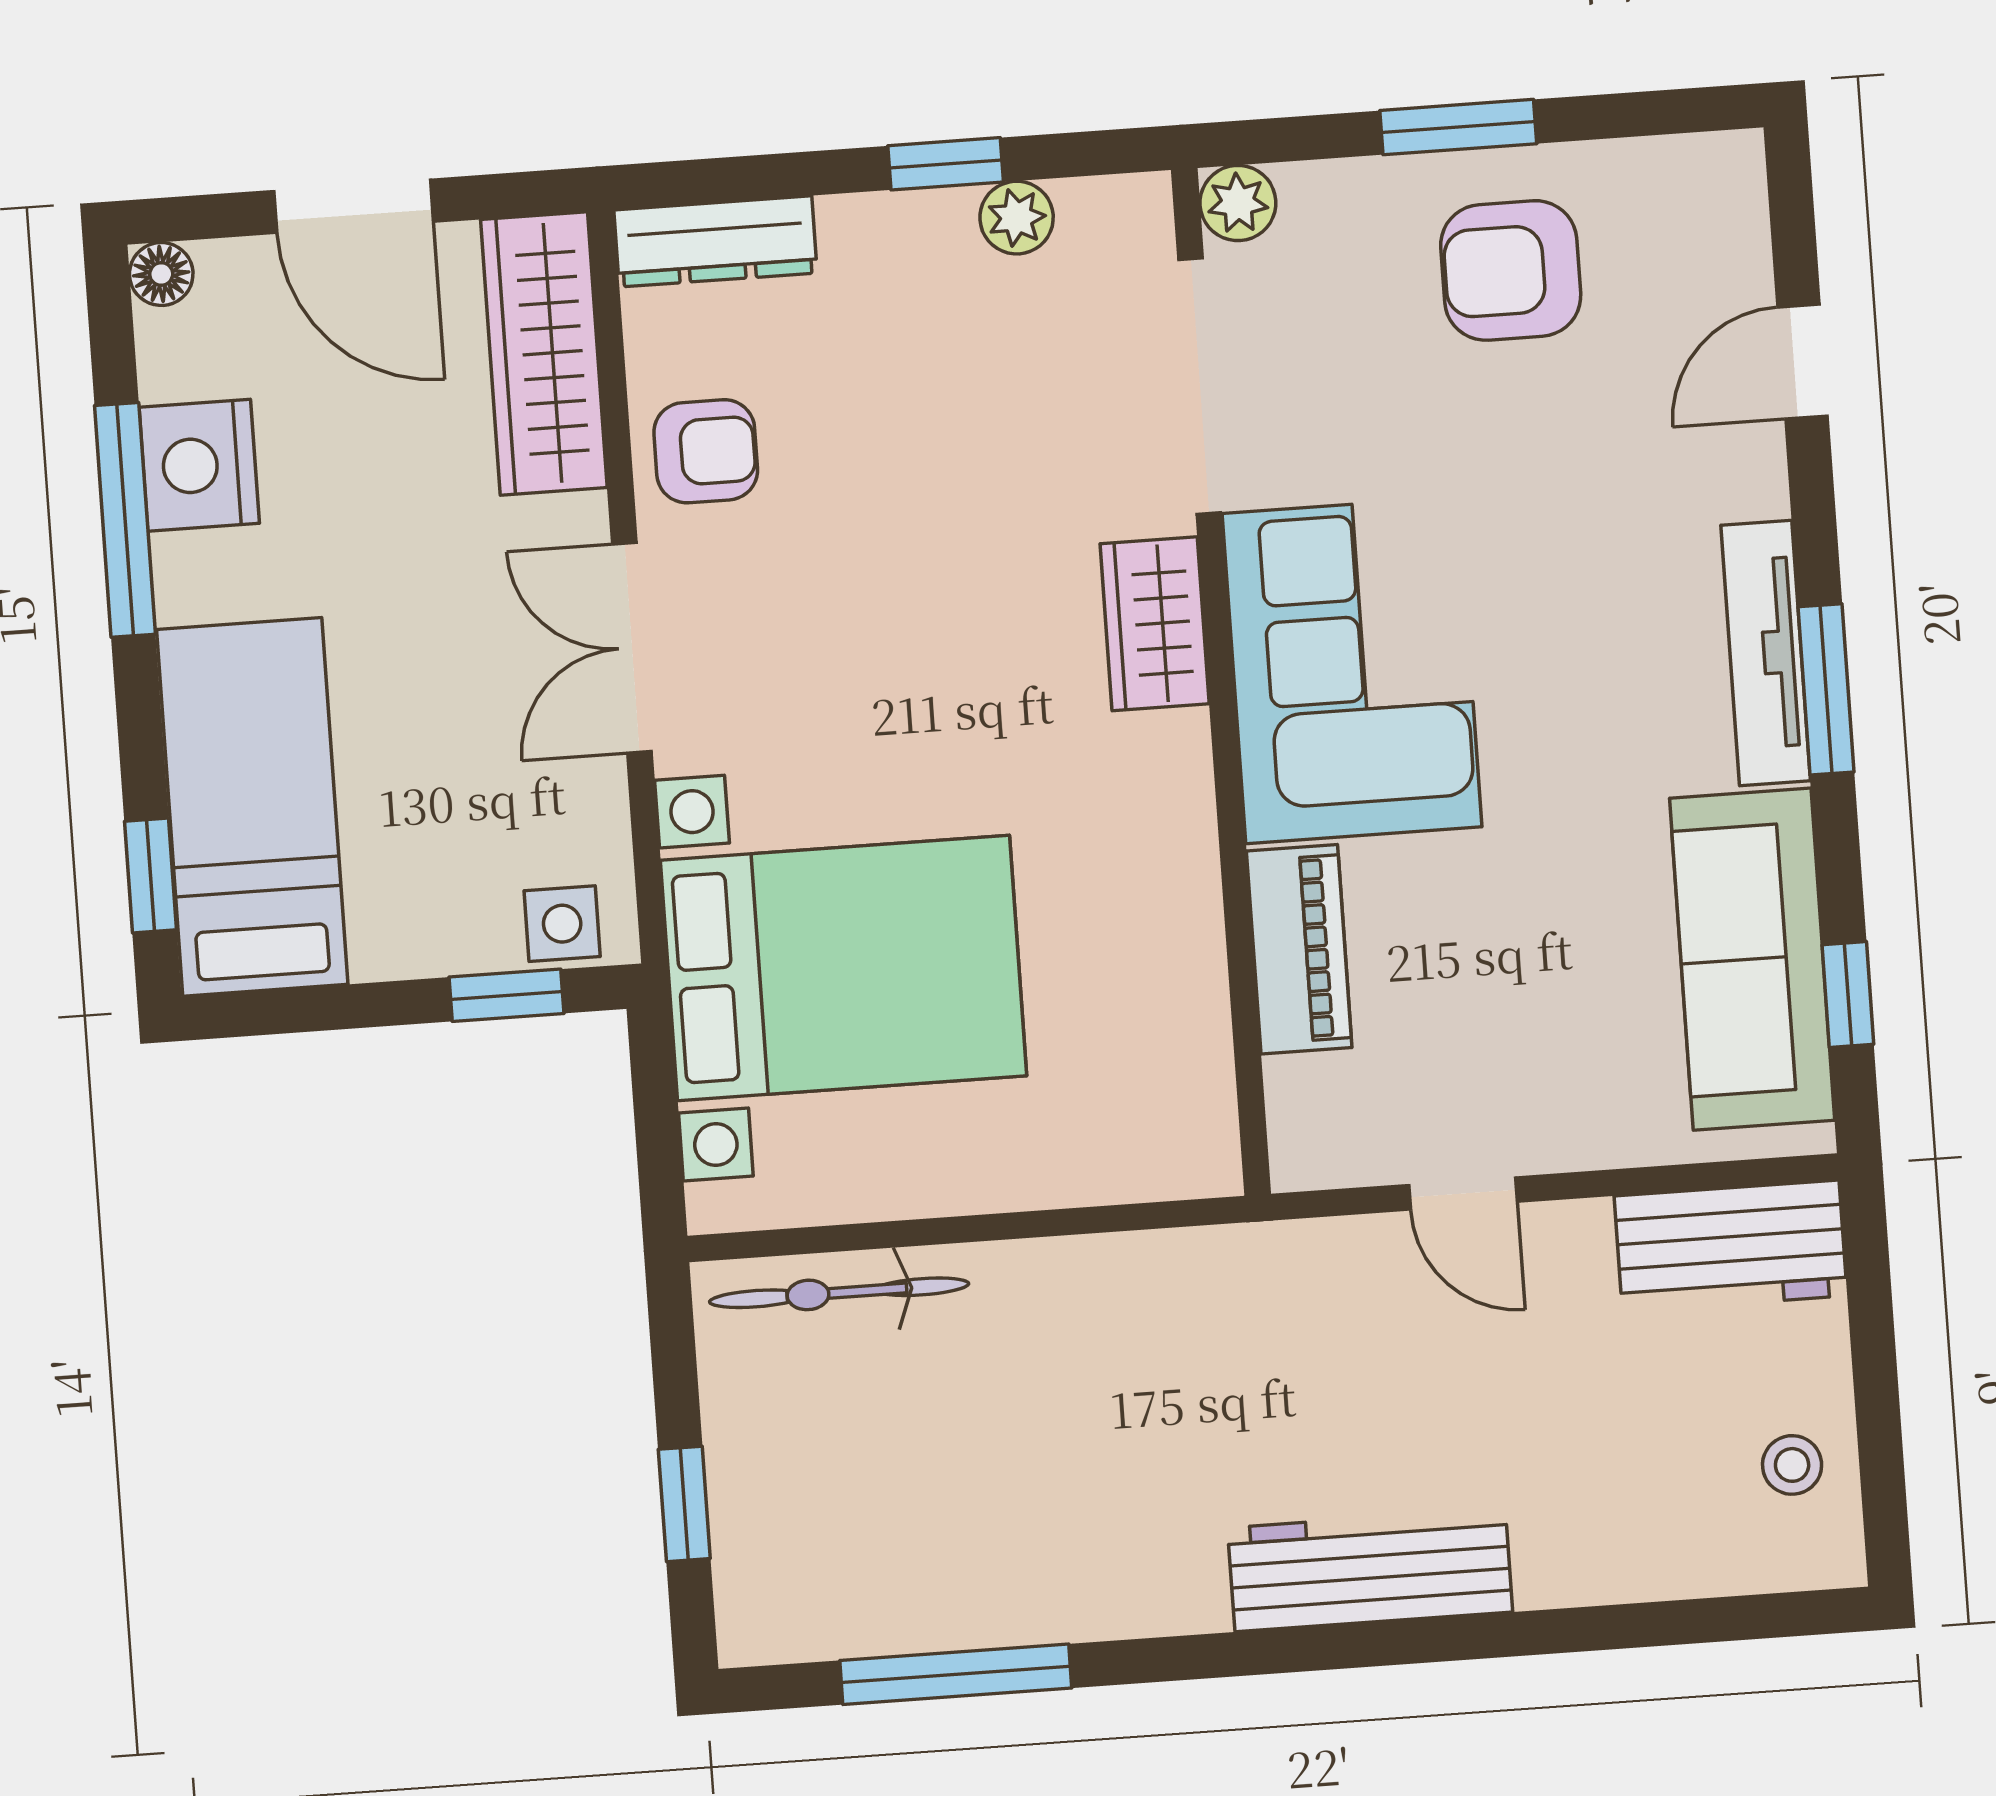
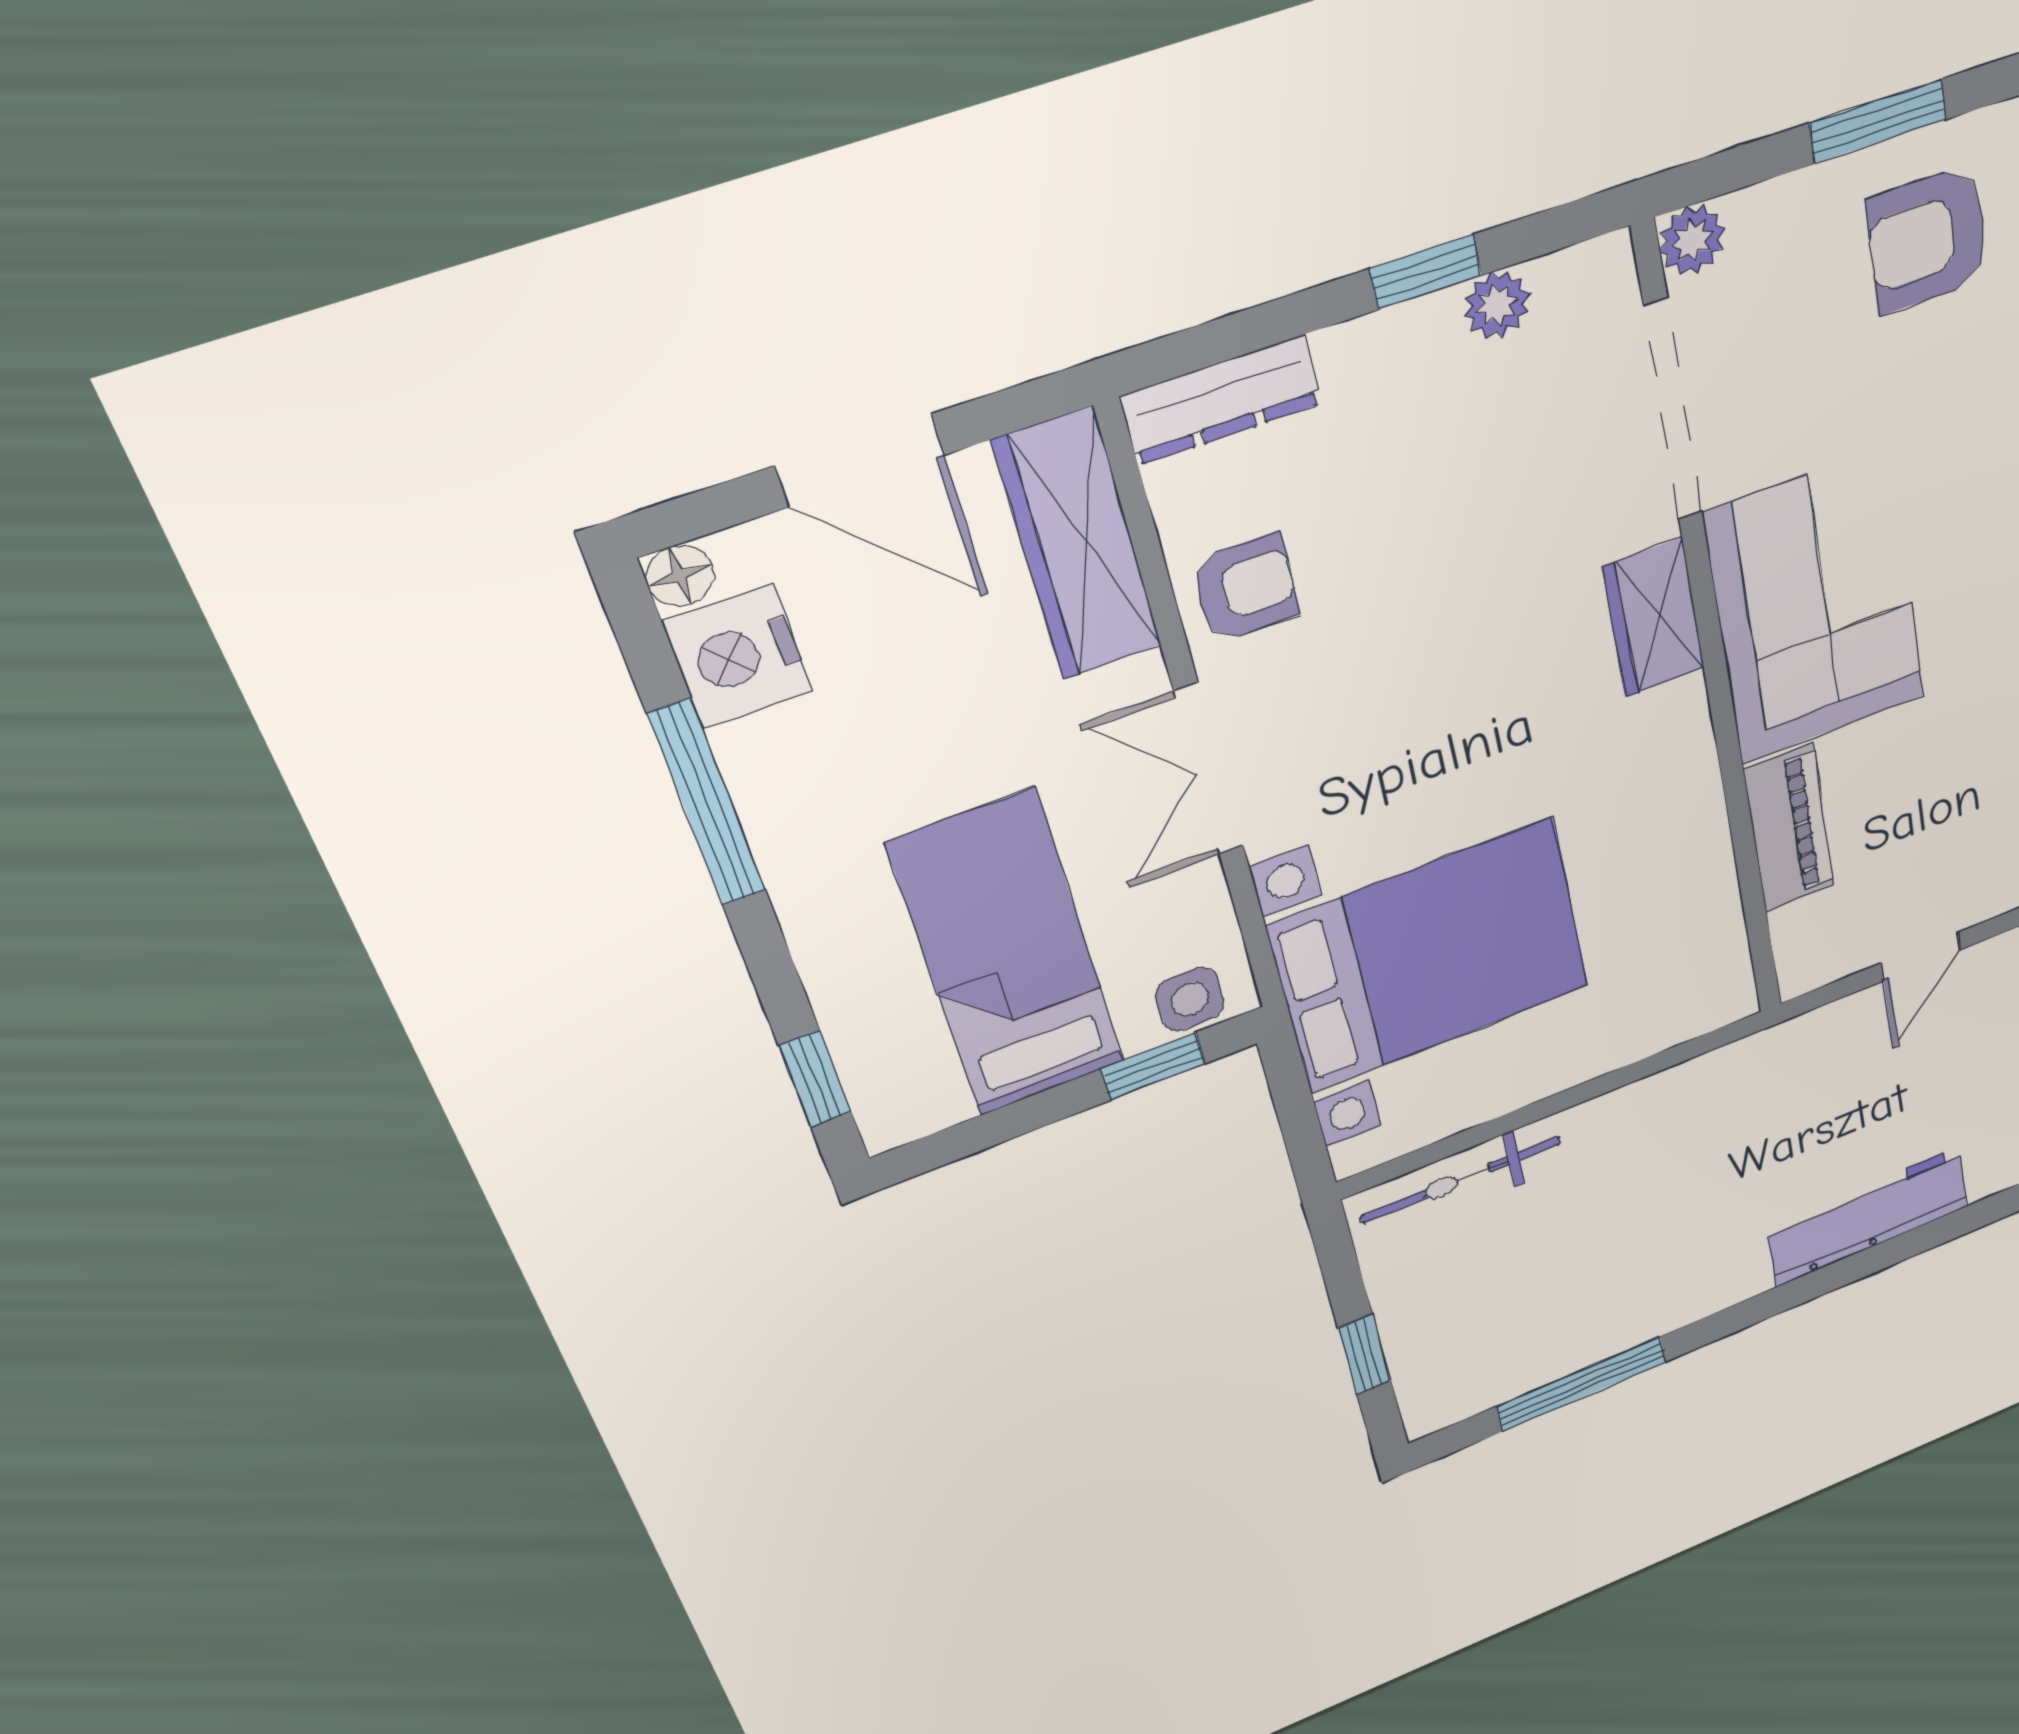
nightstand: (199, 465) -> (738, 657), moved
bed: (252, 807) -> (1008, 955), moved
door: (1463, 1193) -> (1921, 956), hinge flipped

